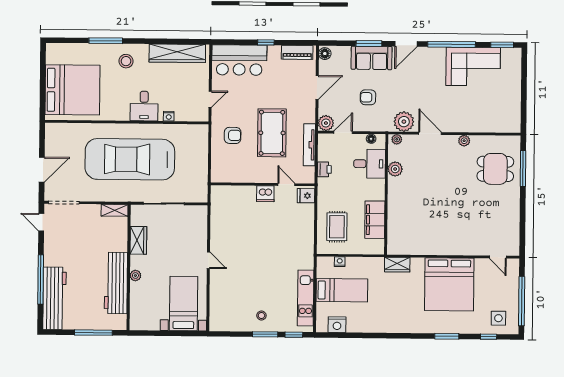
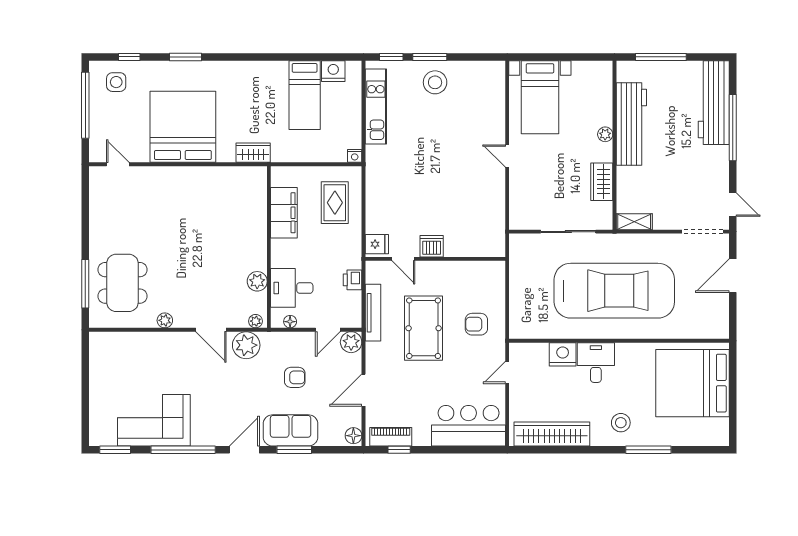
window: (266, 42) -> (399, 450), moved
nightstand: (169, 116) -> (563, 354), width x1.89, depth x1.79
dining table: (495, 169) -> (122, 283), width x1.38
nightstand: (340, 262) -> (355, 156), moved
bed: (342, 290) -> (305, 95), moved, turned -90
stool: (261, 315) -> (435, 82), width x1.89, depth x1.89

